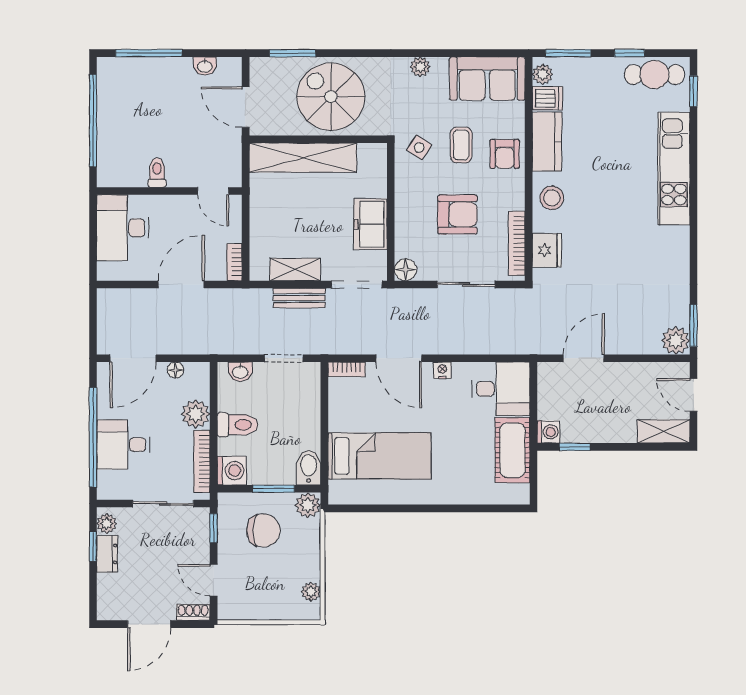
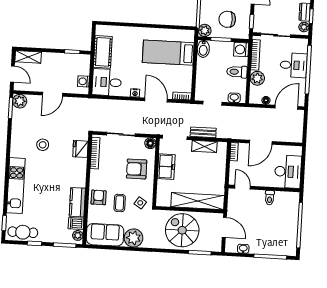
plant: (420, 67) -> (134, 238), width x1.87, depth x1.87
spiral stairs: (331, 97) -> (182, 230), turned 180
stool: (552, 198) -> (43, 145), moved
armchair: (458, 214) -> (137, 169), moved
door: (584, 358) -> (52, 94), moved
washing machine: (548, 432) -> (83, 81), moved

